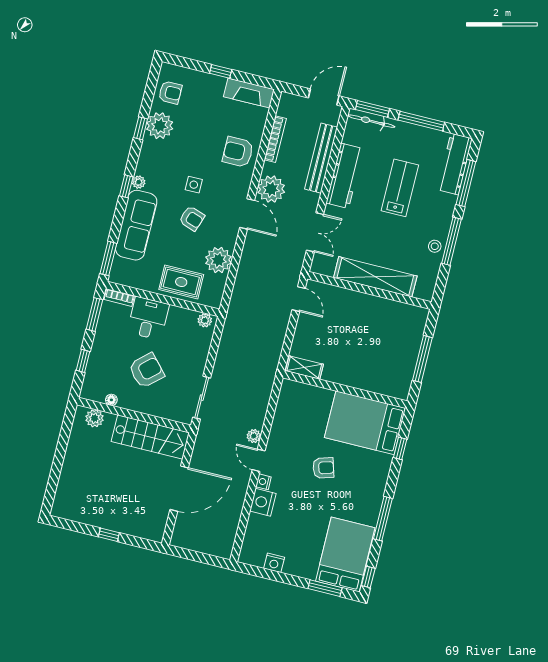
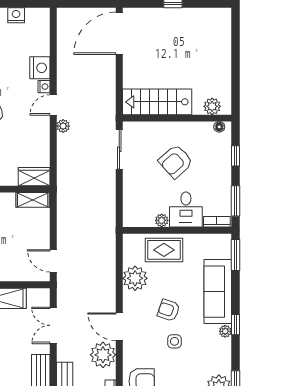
plant: (205, 320) -> (162, 220), moved
wardrobe: (297, 391) -> (34, 177), added
floor lamp: (111, 400) -> (219, 127), moved
door: (259, 460) -> (53, 105), swing flipped
door: (179, 489) -> (119, 33), moved

